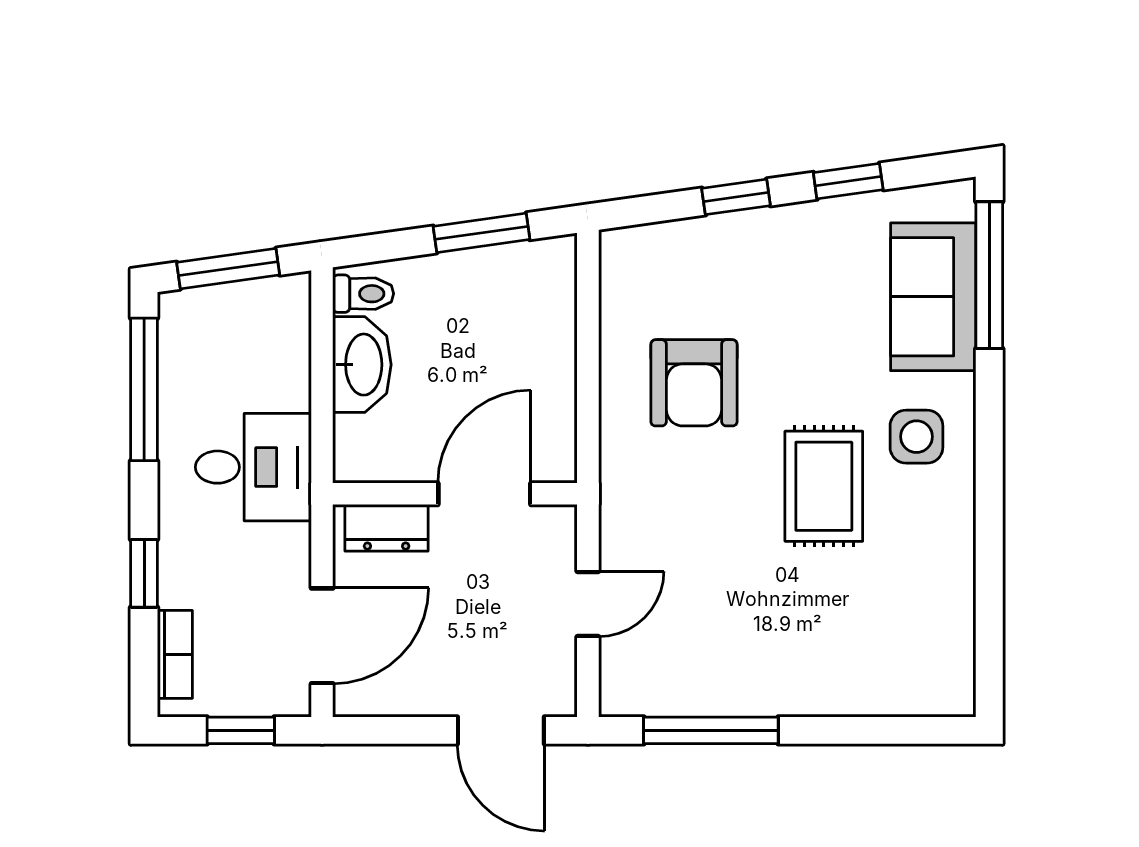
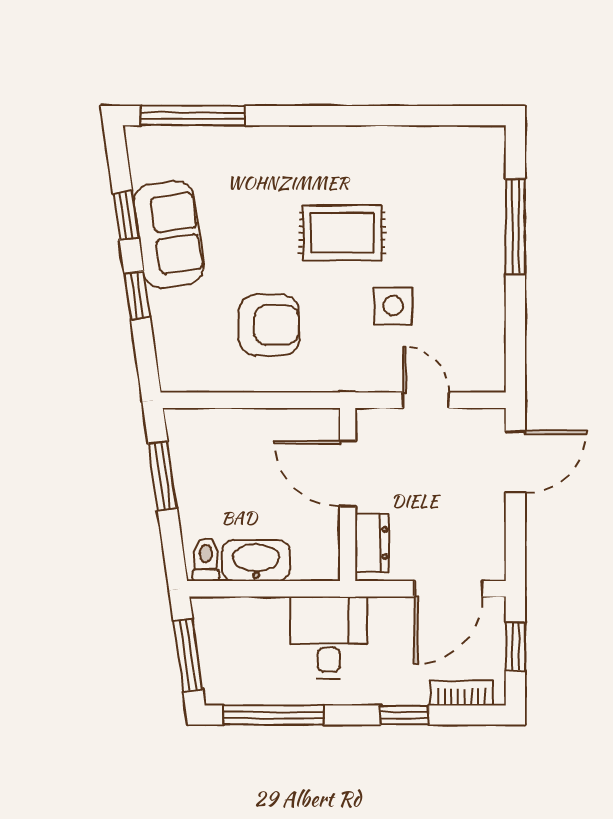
sofa: (933, 297) -> (169, 234), moved, turned -98
side table: (916, 437) -> (393, 306), moved
door: (322, 636) -> (448, 589), swing flipped
window: (711, 730) -> (515, 227), moved

